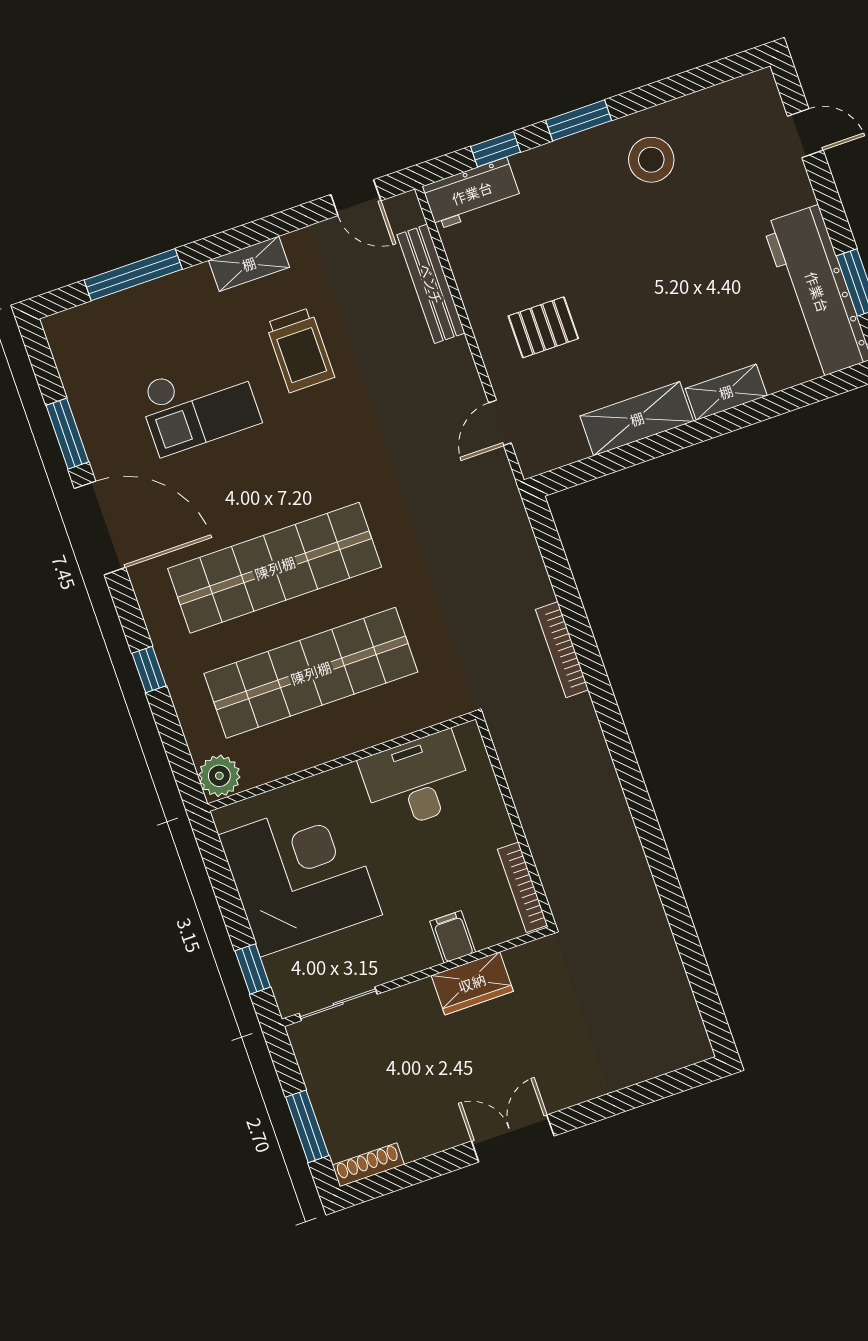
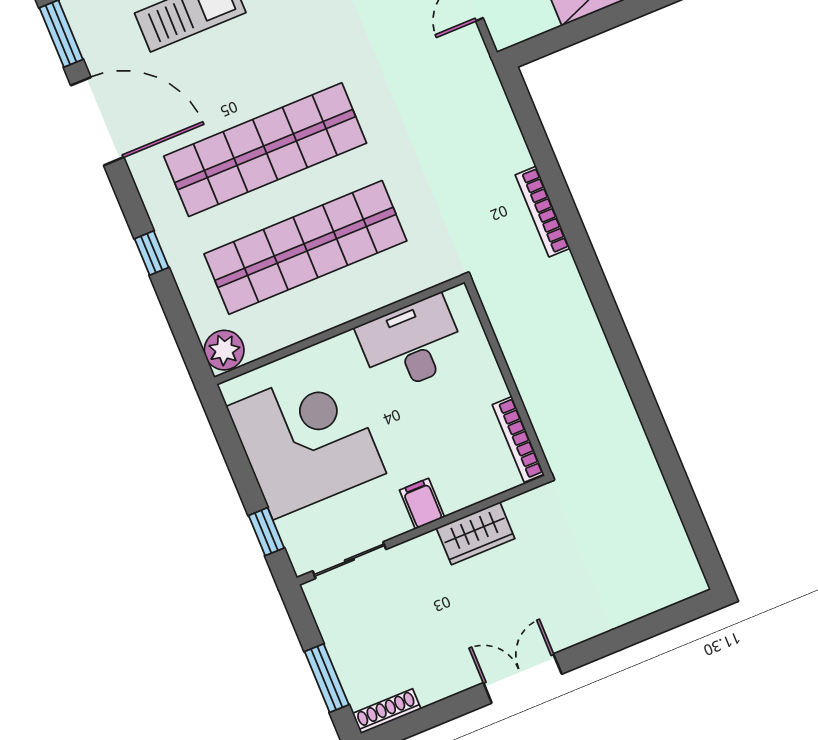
filing cabinet: (453, 937) -> (422, 504), moved

